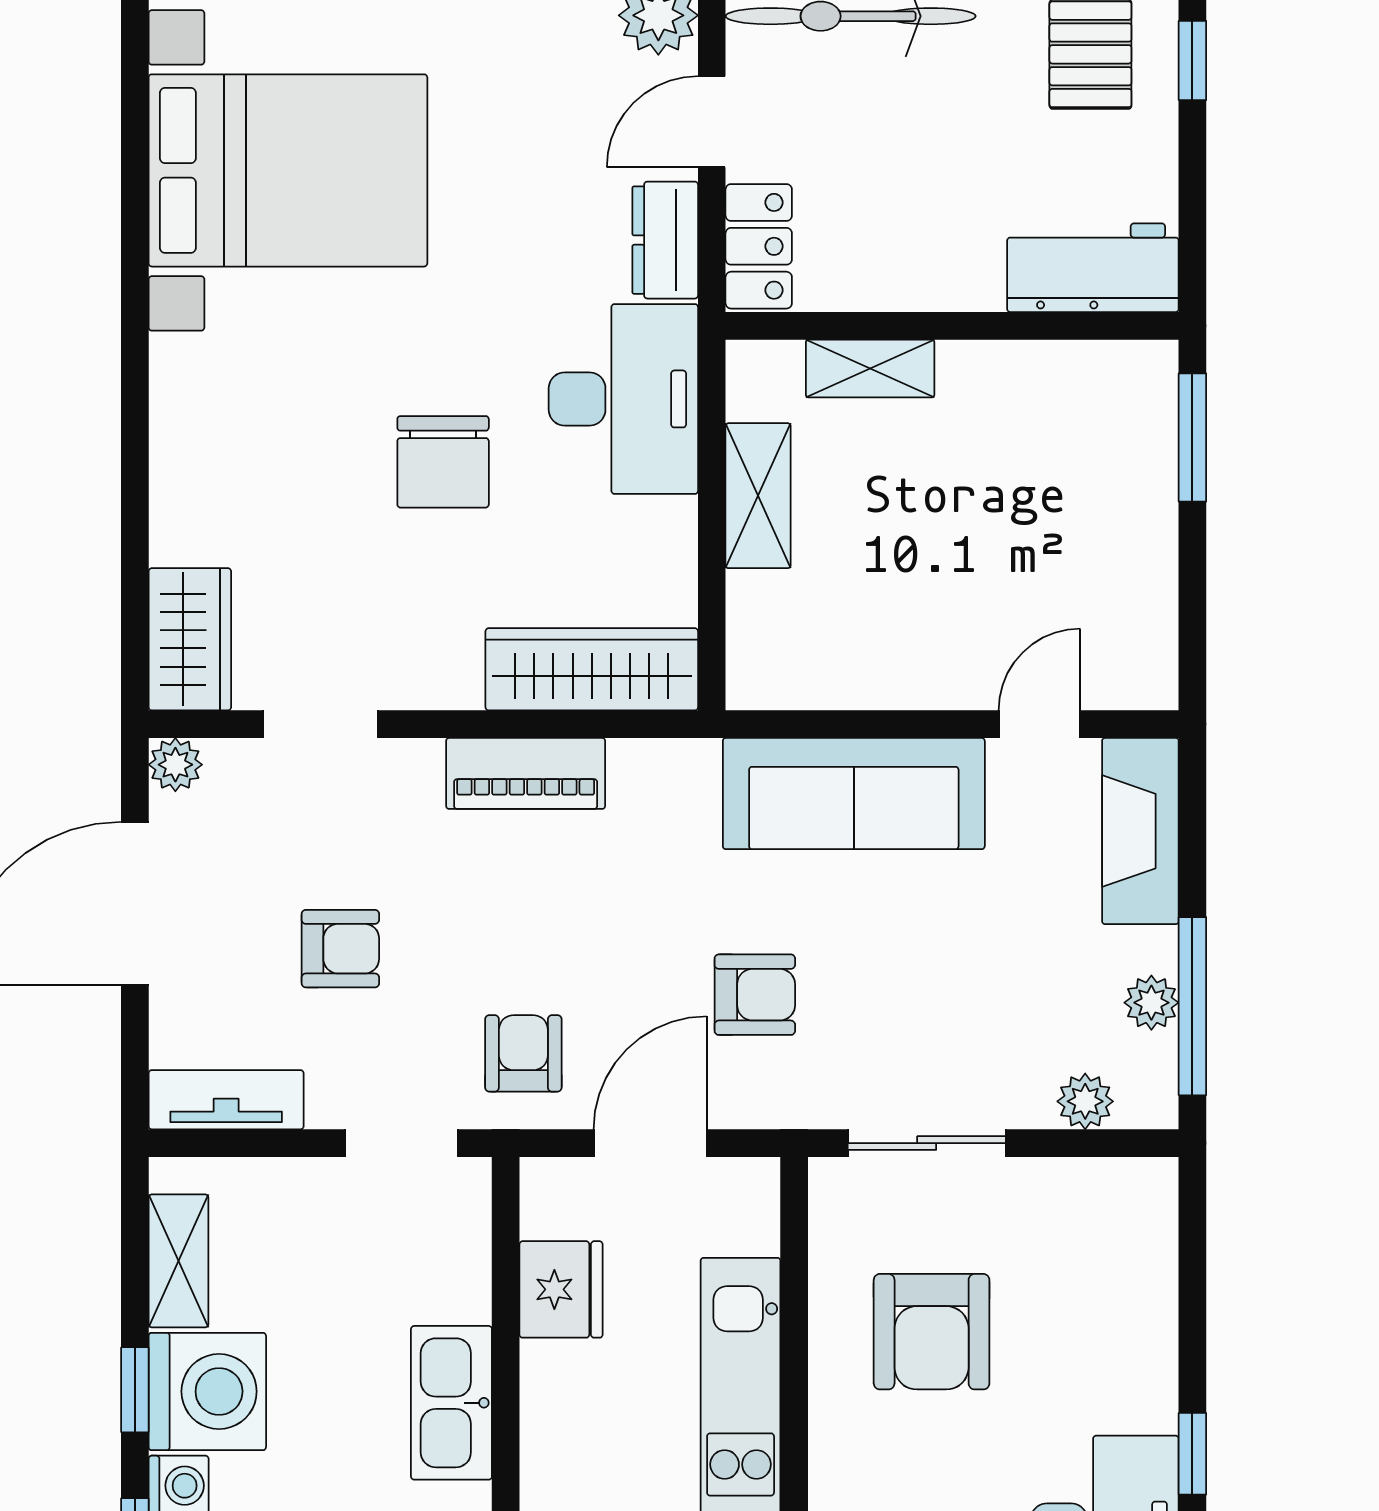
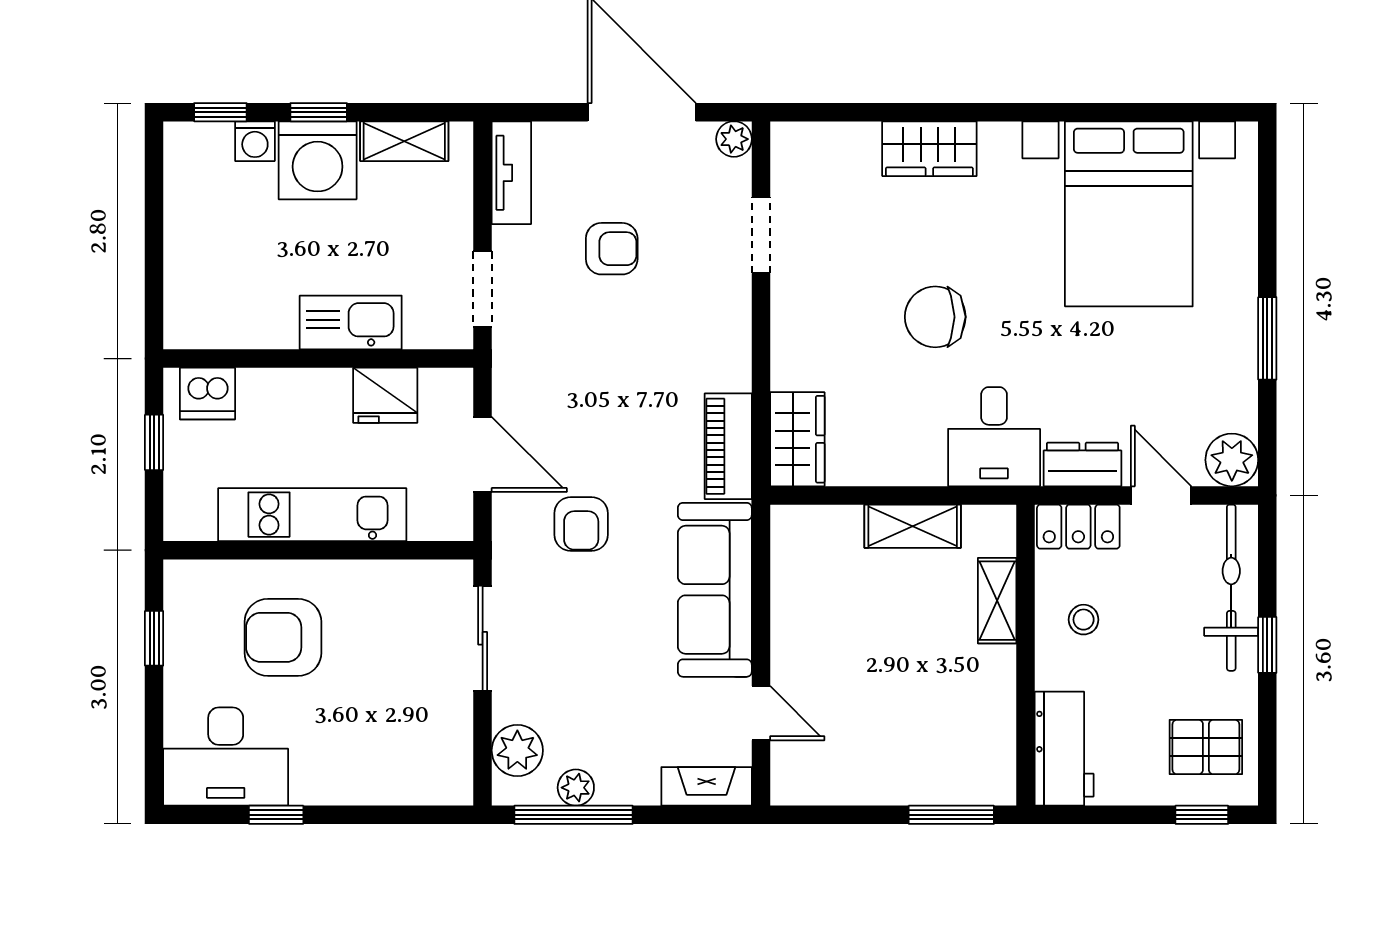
stool: (899, 238) -> (1084, 620), added
desk: (623, 399) -> (994, 437), width x0.73
wardrobe: (190, 639) -> (929, 149), moved
wardrobe: (592, 669) -> (797, 439), width x0.67
piano: (526, 773) -> (728, 446), moved
fireplace: (1140, 831) -> (707, 786), width x0.73, depth x0.76
armchair: (340, 949) -> (612, 249), turned -90
armchair: (523, 1053) -> (542, 370), removed
plant: (1085, 1101) -> (517, 750), width x1.38, depth x1.38
armchair: (932, 1332) -> (283, 637), moved
kitchen sink: (451, 1403) -> (351, 322), moved

